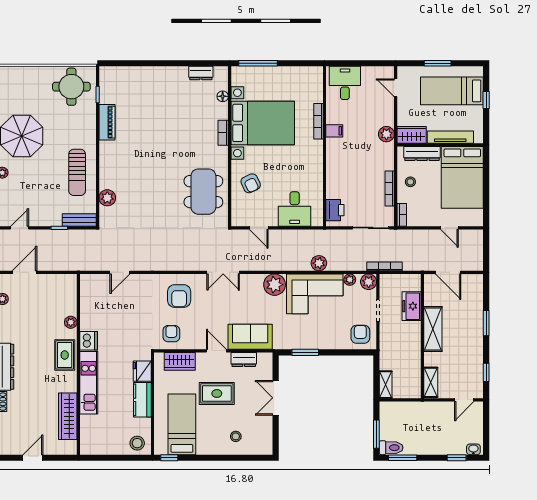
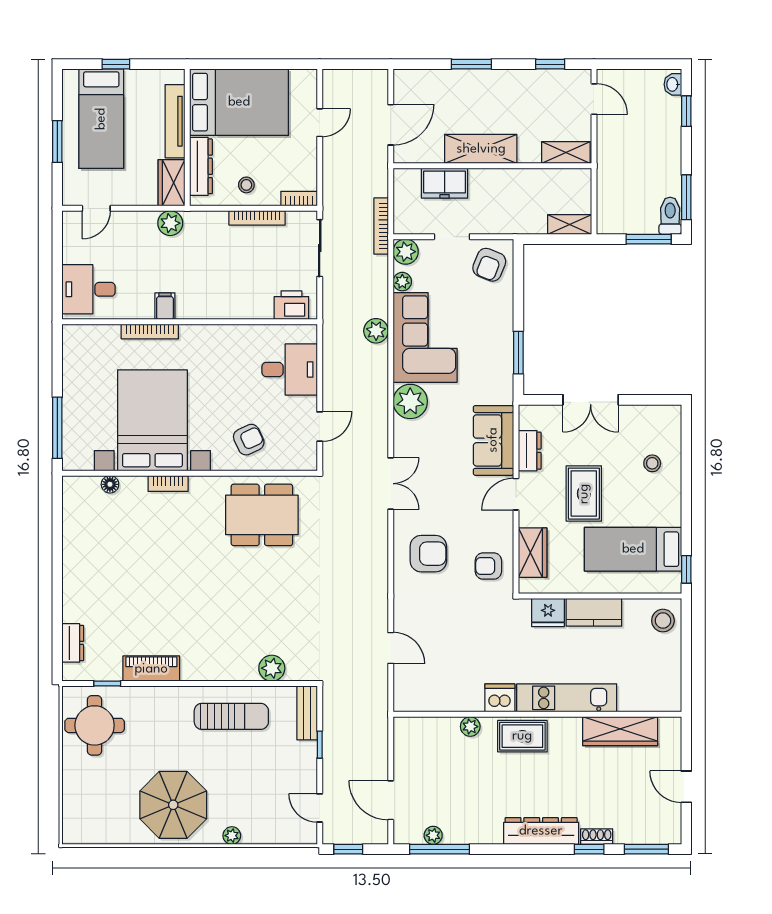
dresser: (201, 73) -> (73, 643), moved
armchair: (360, 334) -> (489, 265), turned -68

